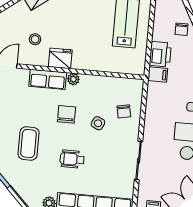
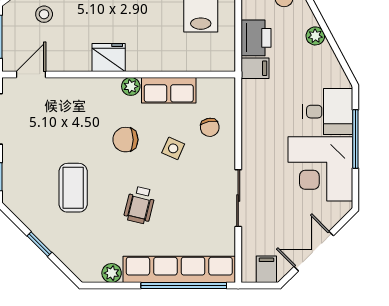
stool: (35, 39) -> (44, 14), moved
row of seats: (48, 79) -> (169, 90), moved
chair: (67, 114) -> (125, 140), turned -90
wheelchair: (72, 159) -> (140, 205), turned -76

